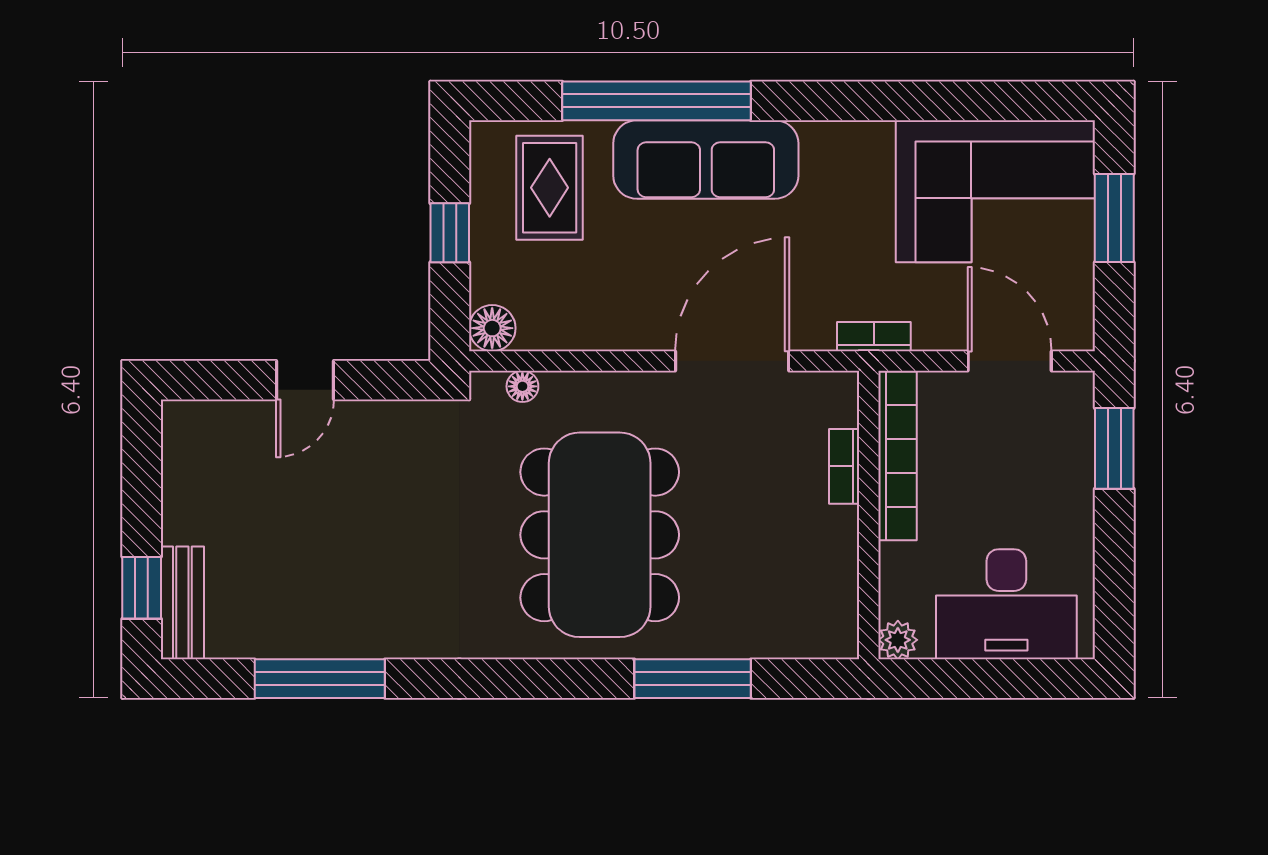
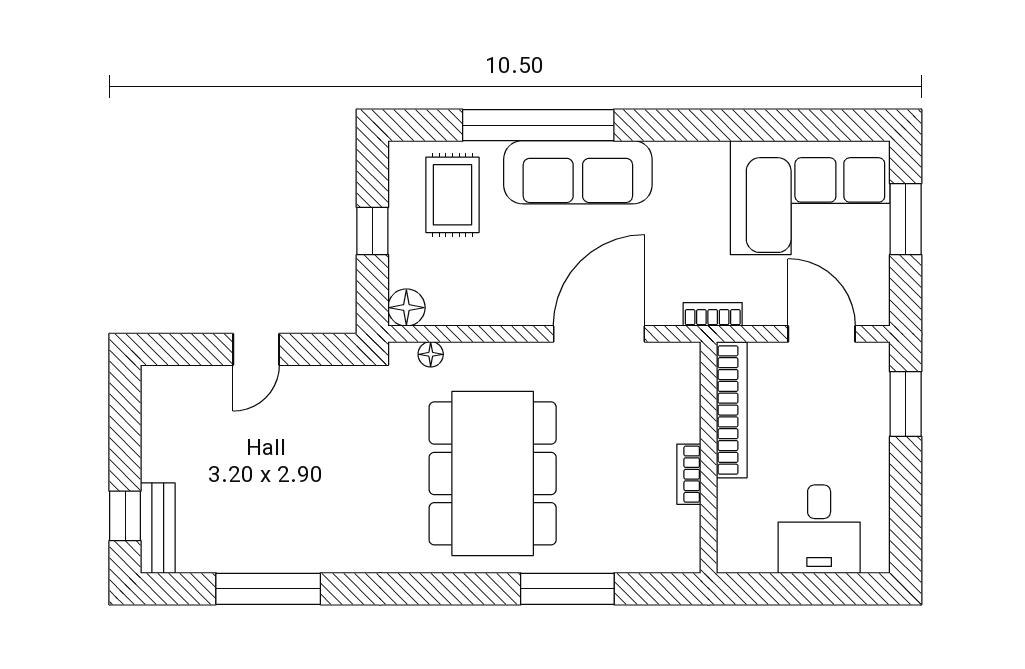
bookcase: (844, 466) -> (689, 474), moved
desk: (1006, 604) -> (819, 529), width x0.73
plant: (898, 640) -> (732, 558), removed

